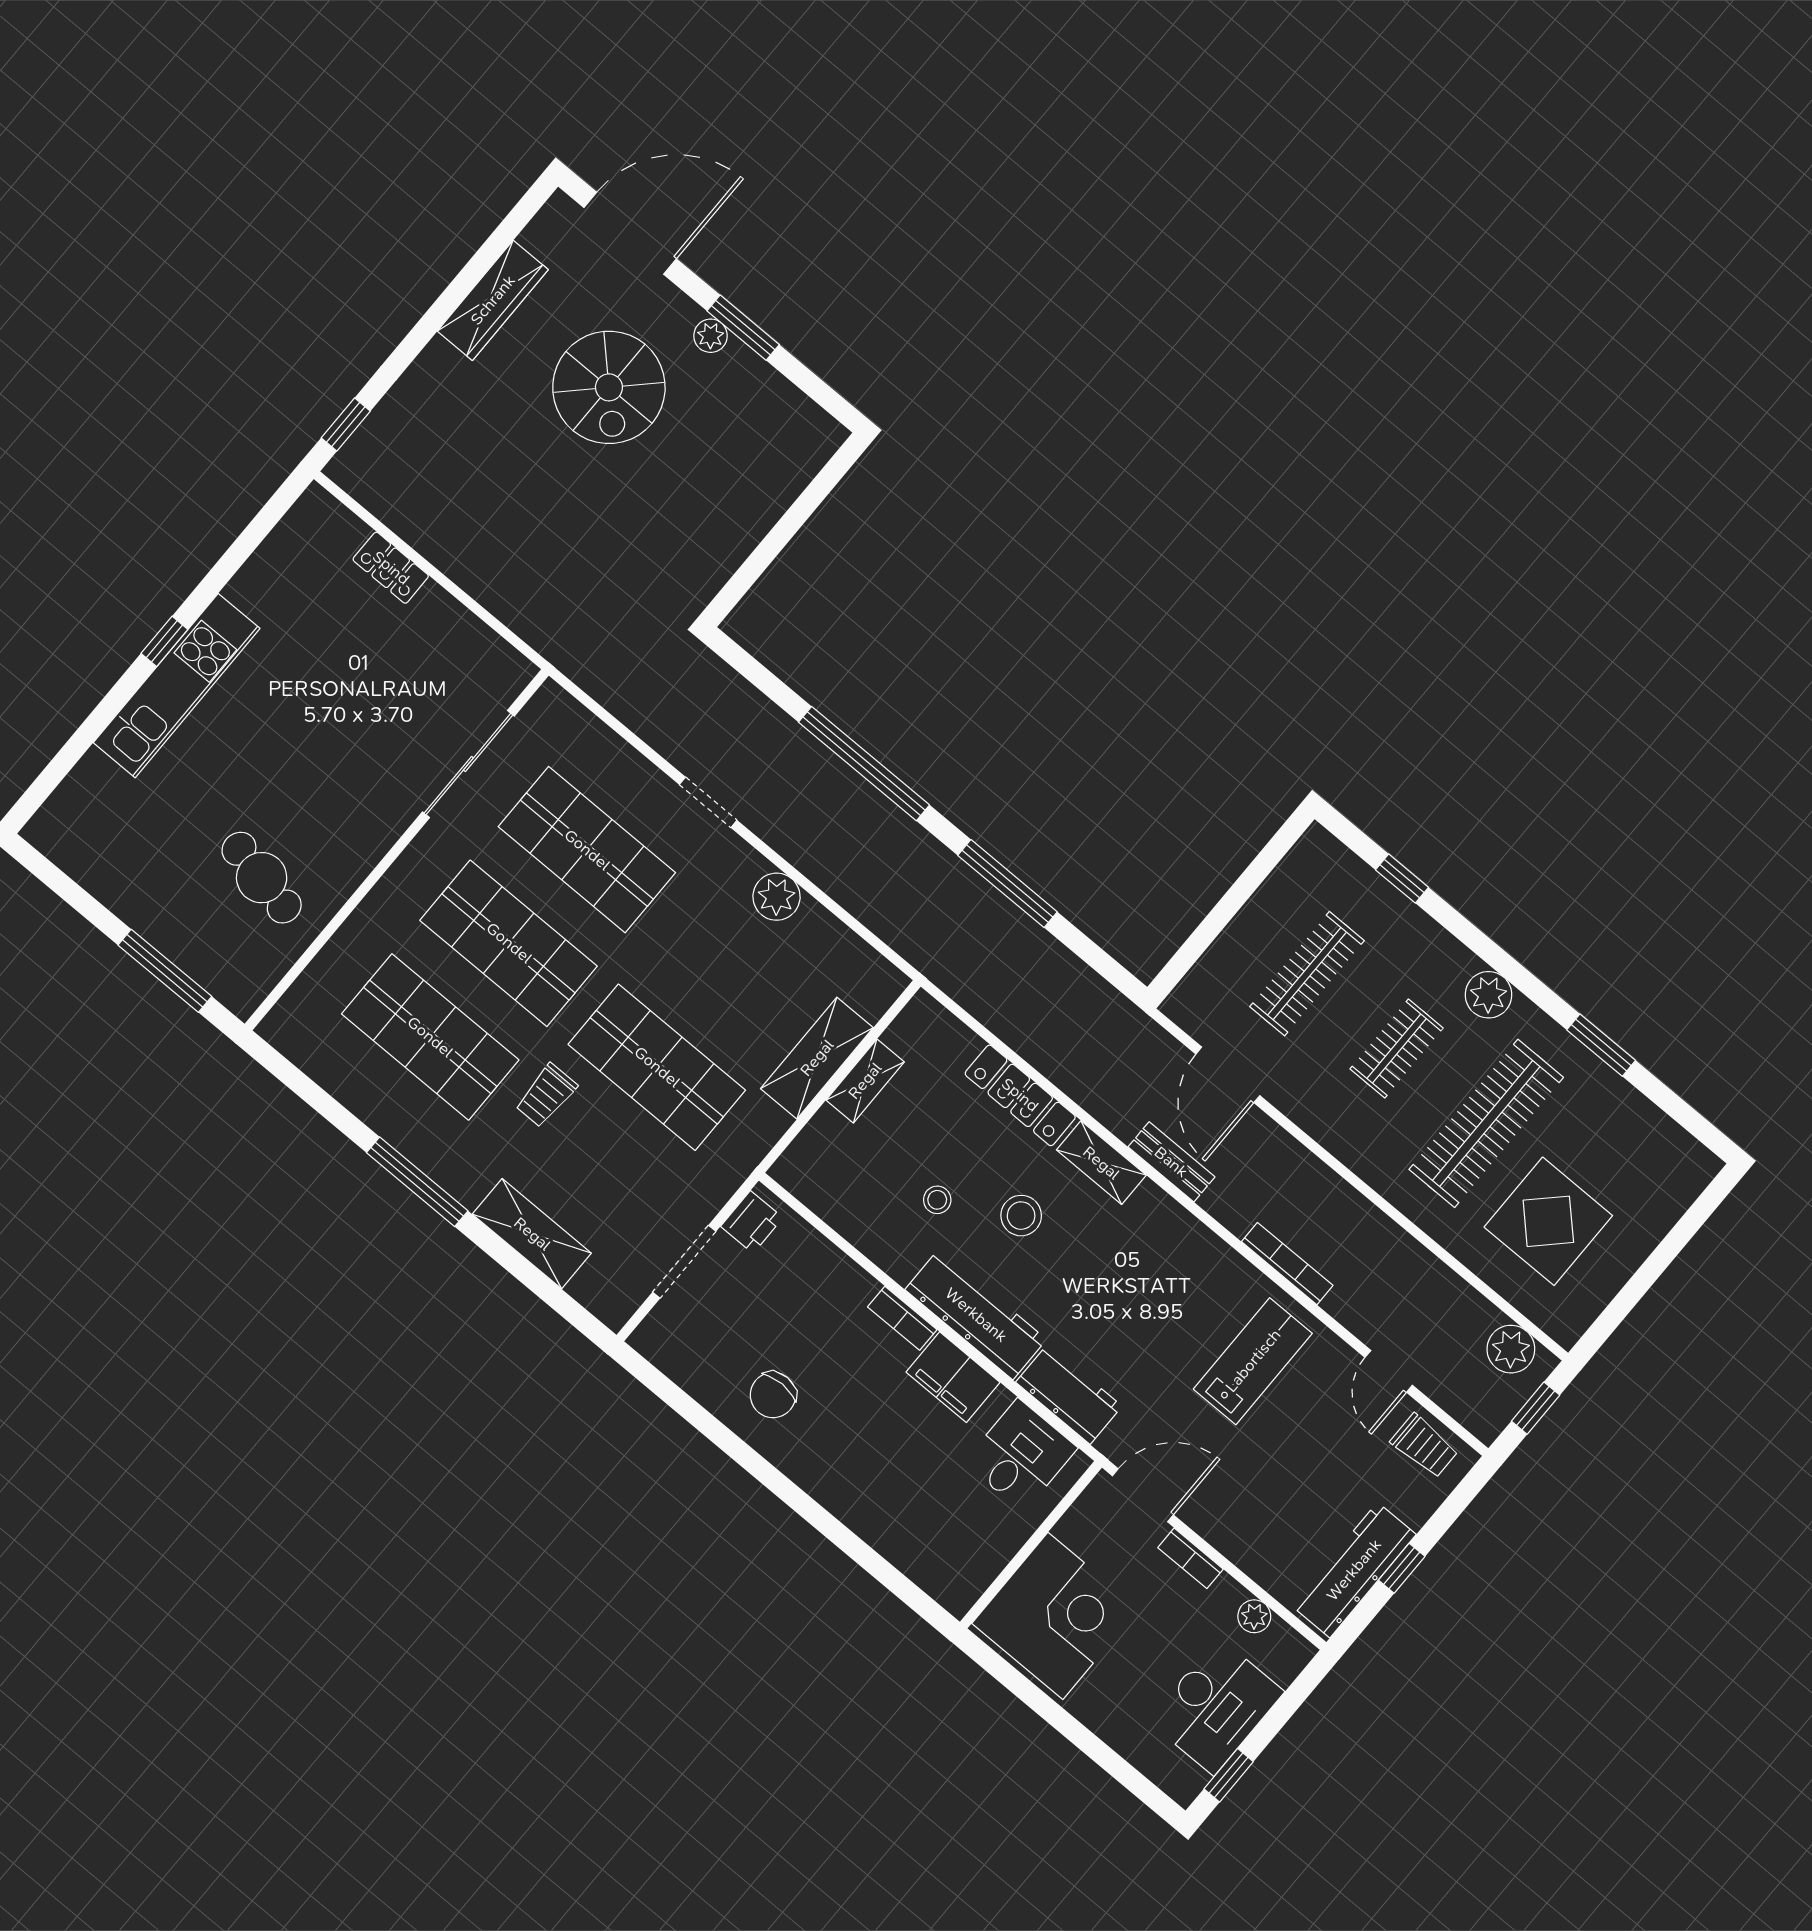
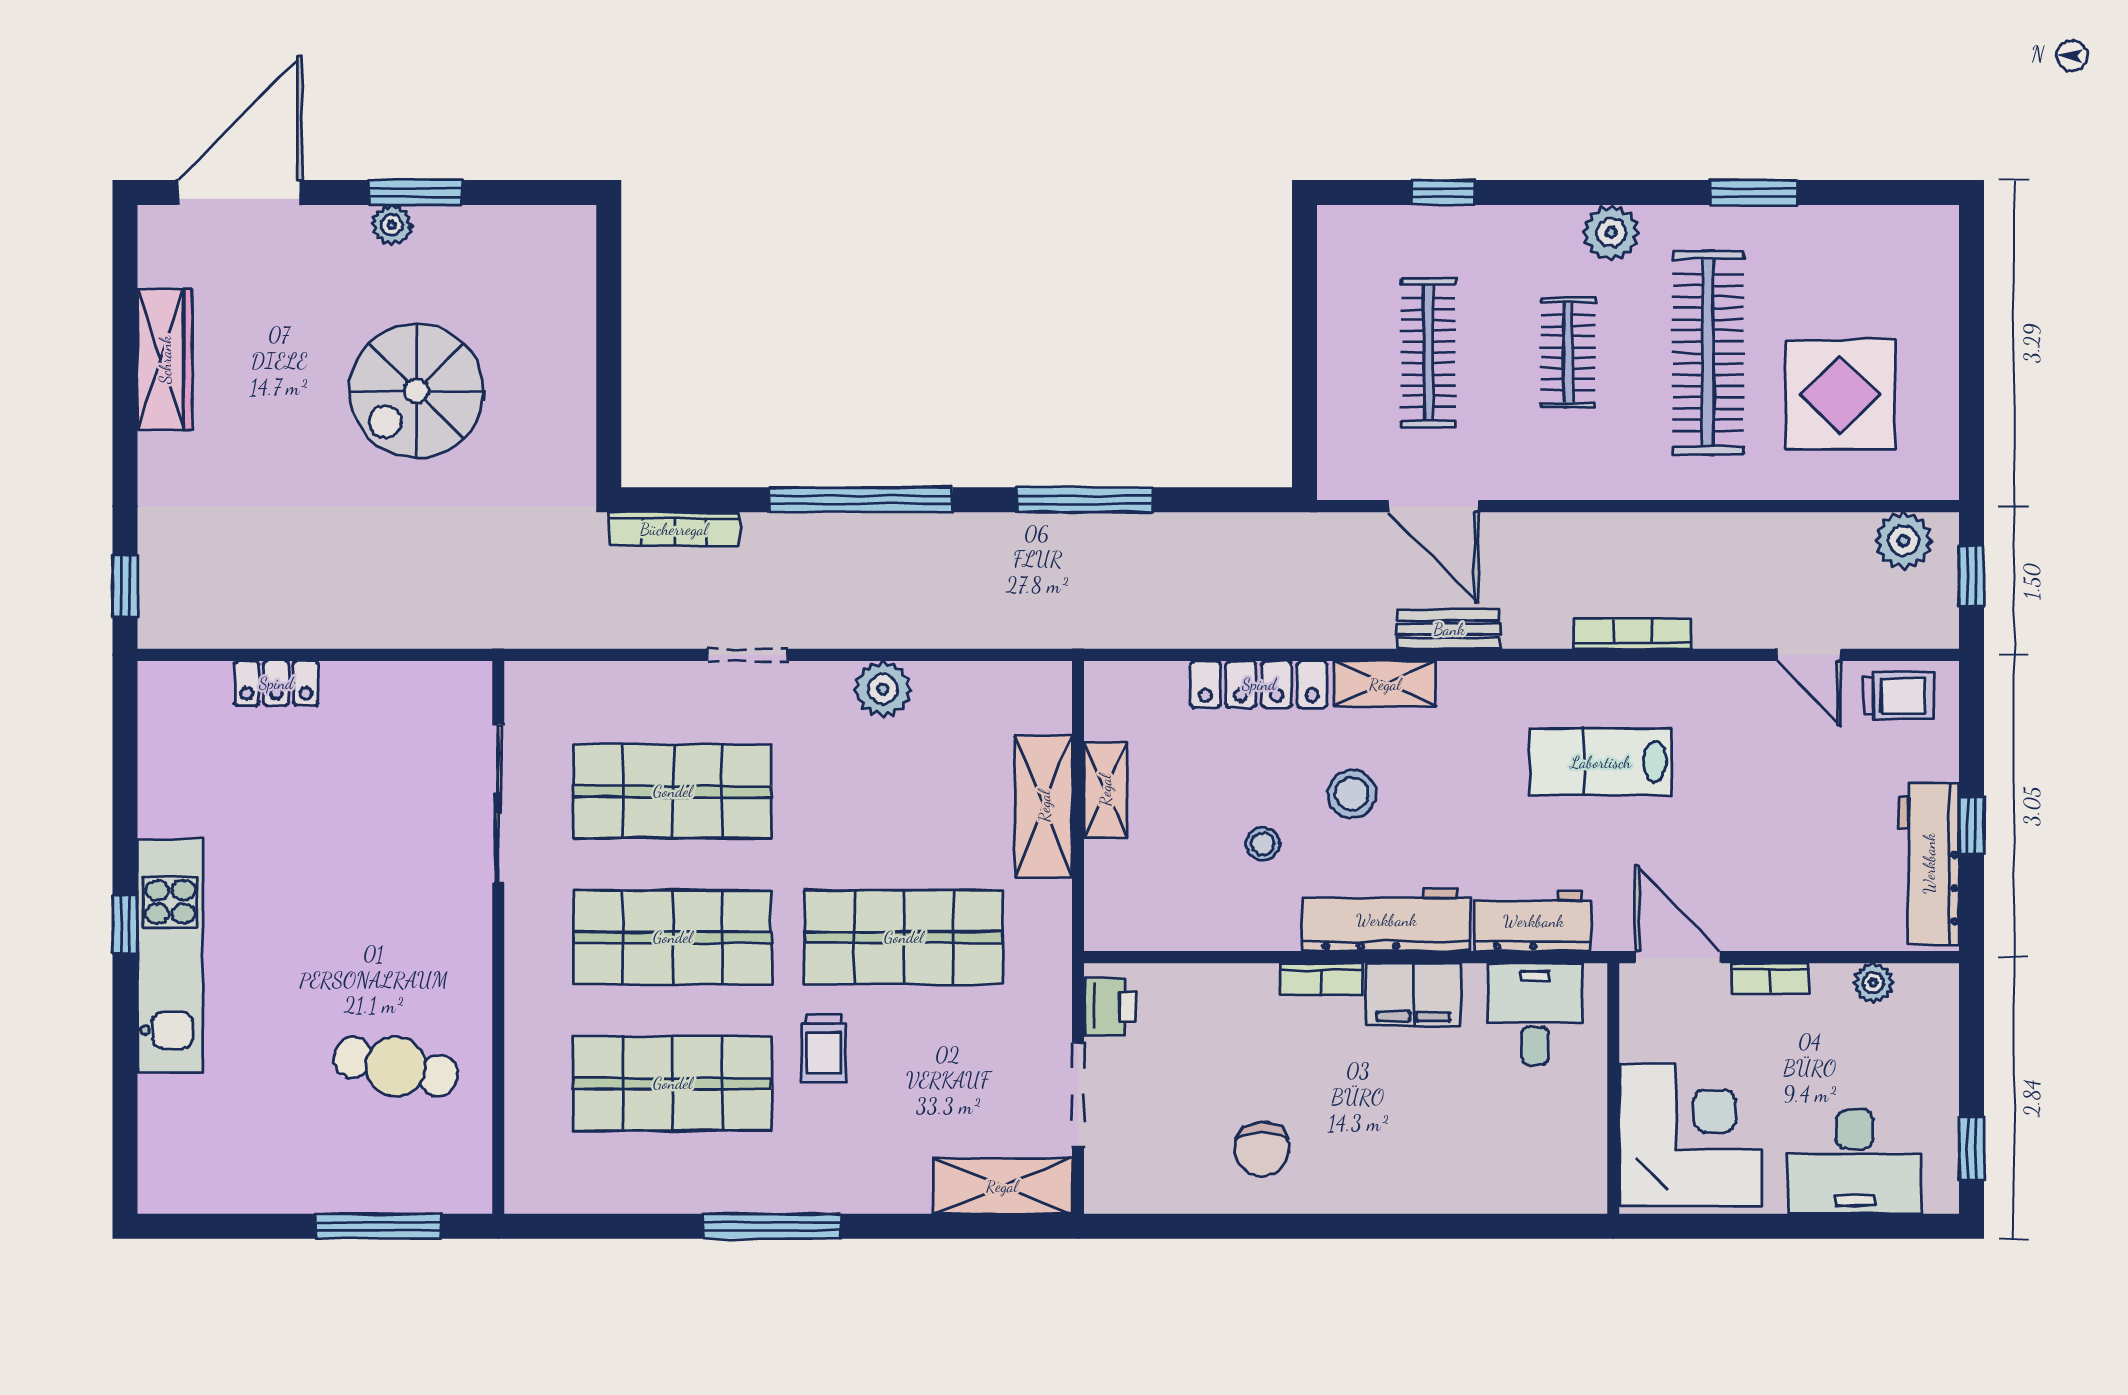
spiral stairs: (609, 387) -> (416, 391), moved, turned 90
bookcase: (729, 682) -> (674, 529), added
shelving: (532, 1234) -> (1002, 1186), moved
lab bench: (1253, 1361) -> (1601, 762), moved, turned -90
door: (1143, 1495) -> (1678, 957), hinge flipped
desk: (1216, 1706) -> (1855, 1162), moved, turned 90

